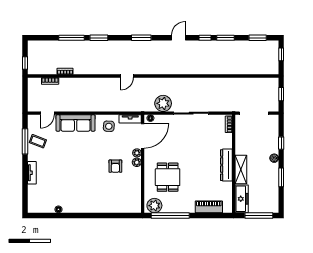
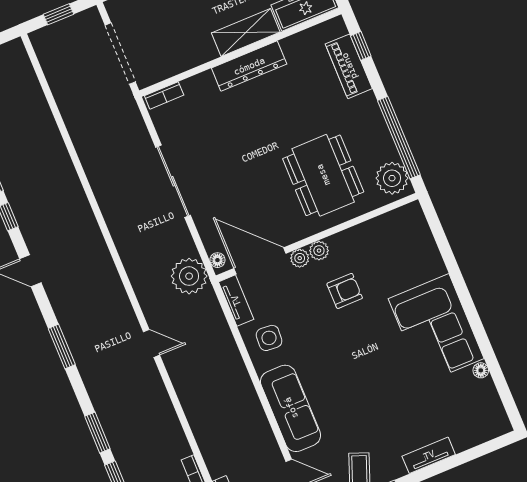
plant: (163, 103) -> (189, 276), moved
dining table: (168, 177) -> (323, 175), width x1.38
corner sofa: (84, 198) -> (436, 329), added
window: (215, 215) -> (361, 46), added

